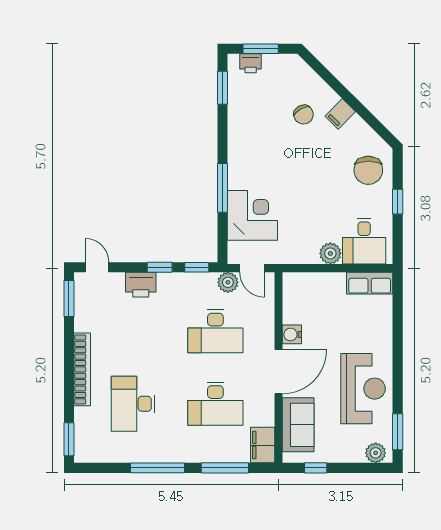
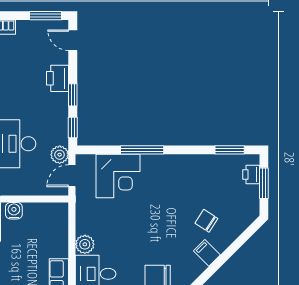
chair: (304, 115) -> (206, 221), turned 62
door: (97, 267) -> (73, 40), swing flipped

